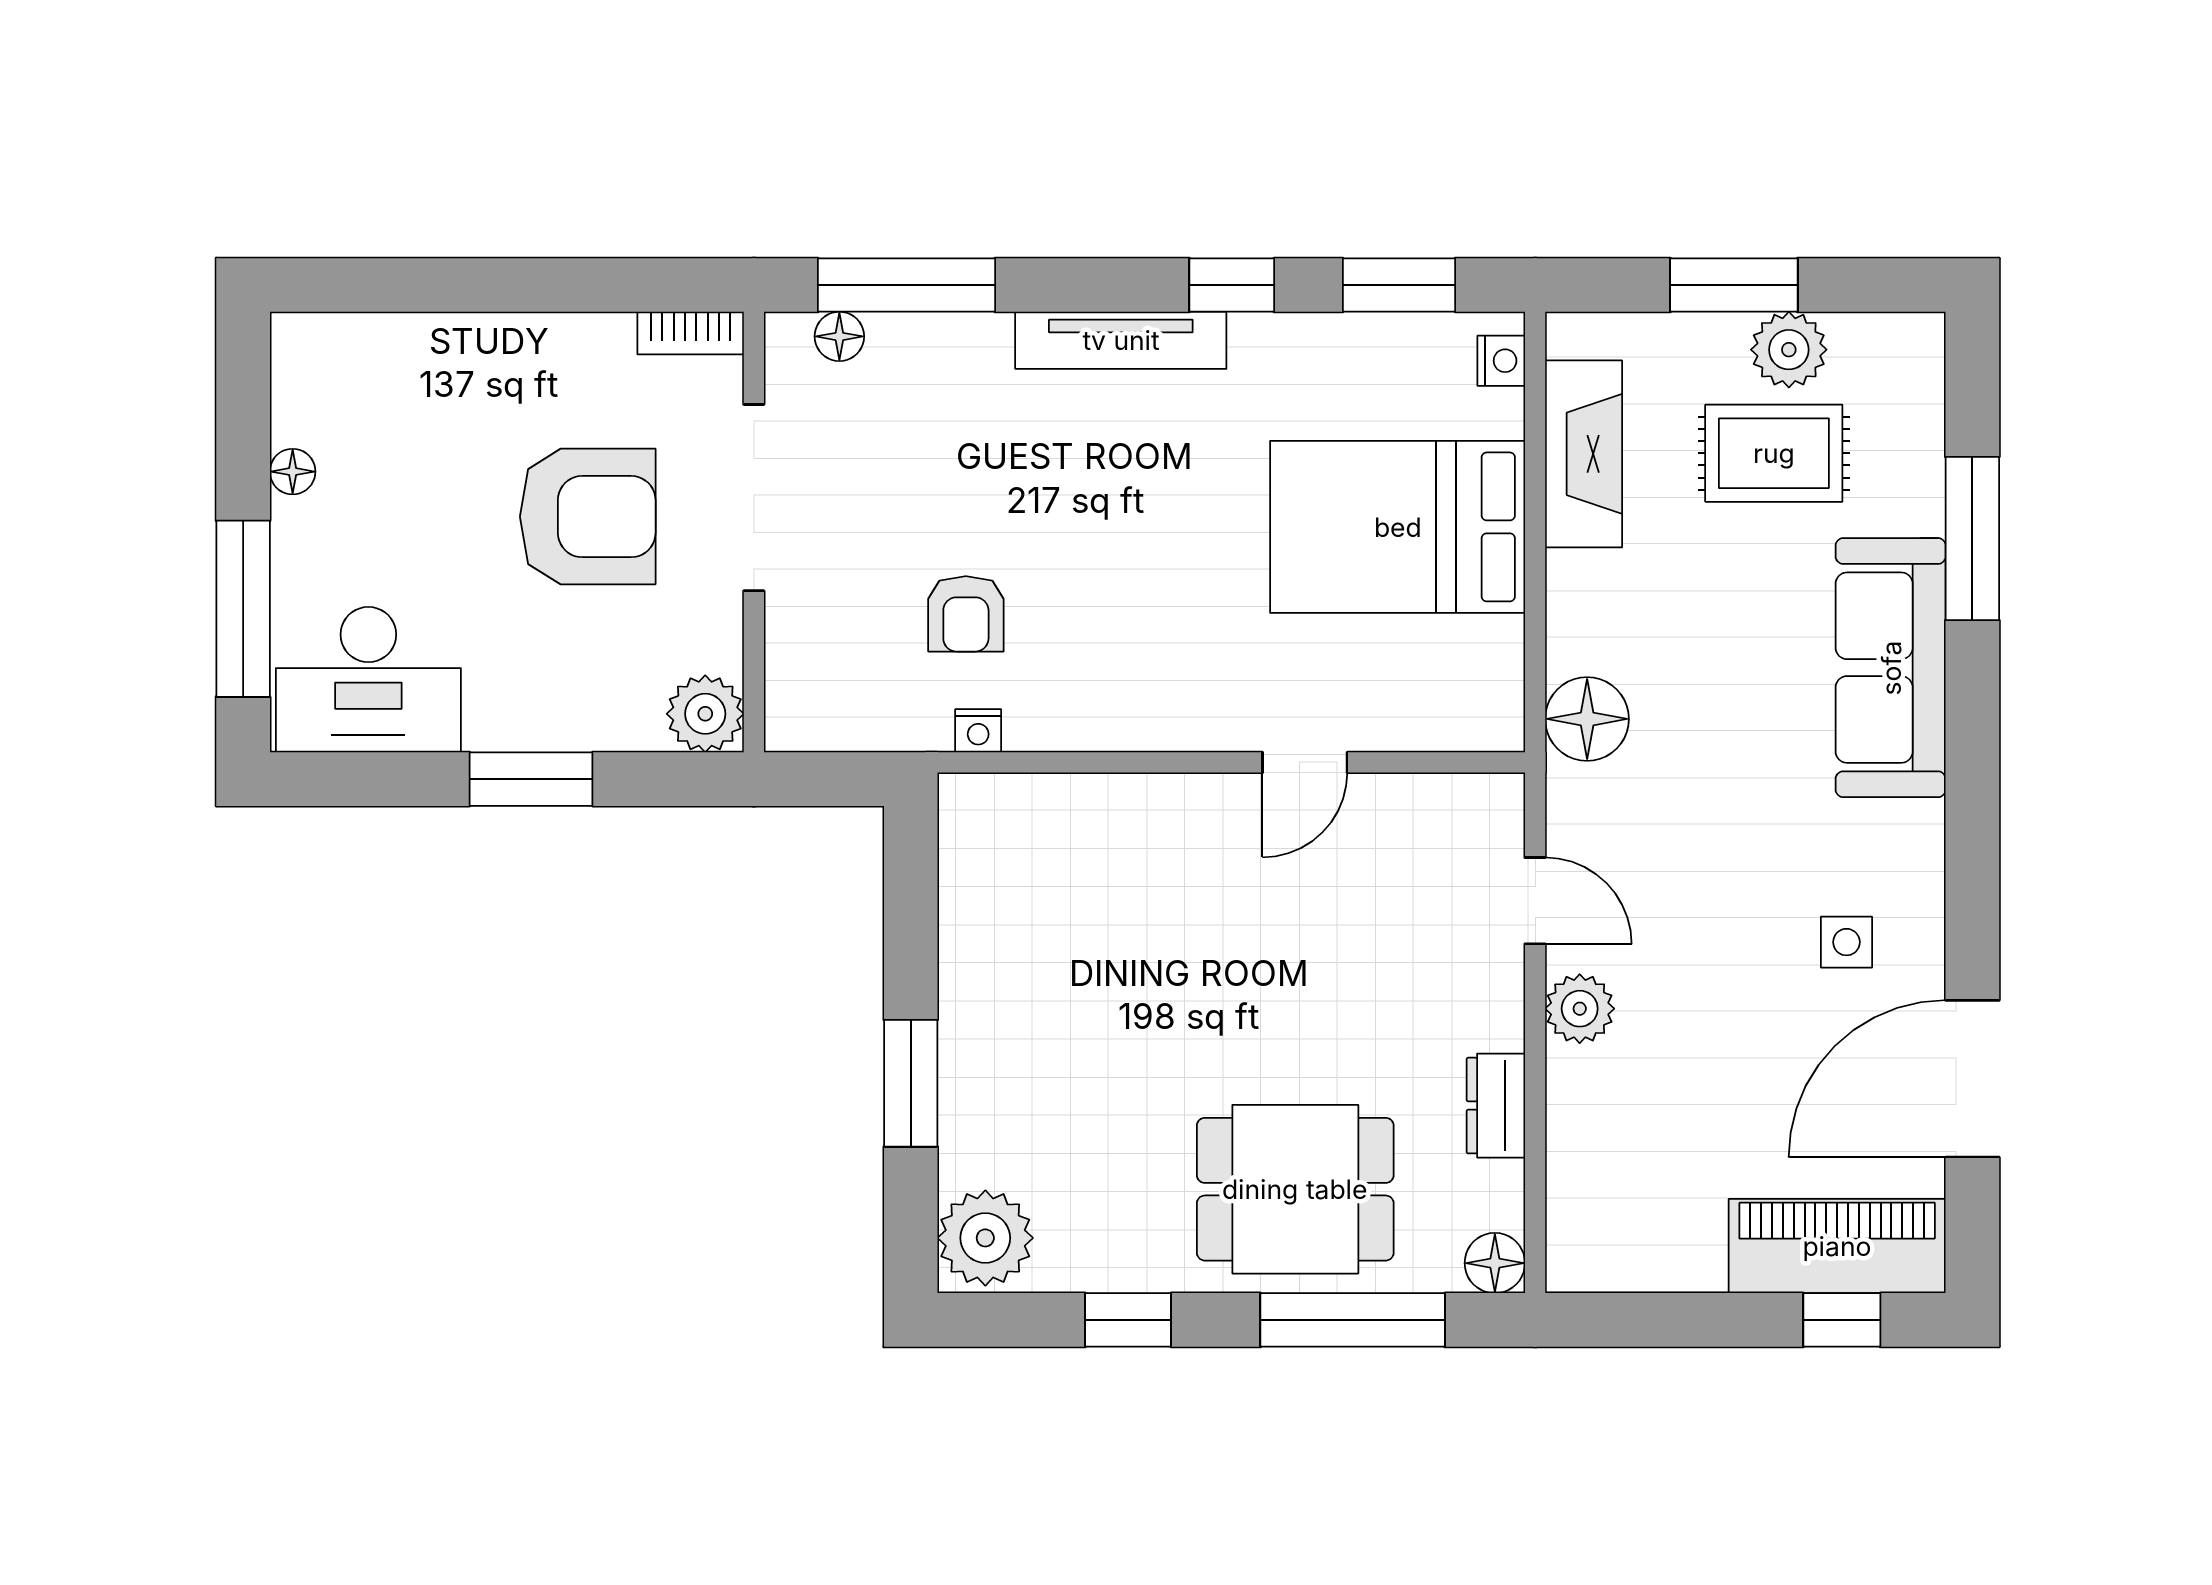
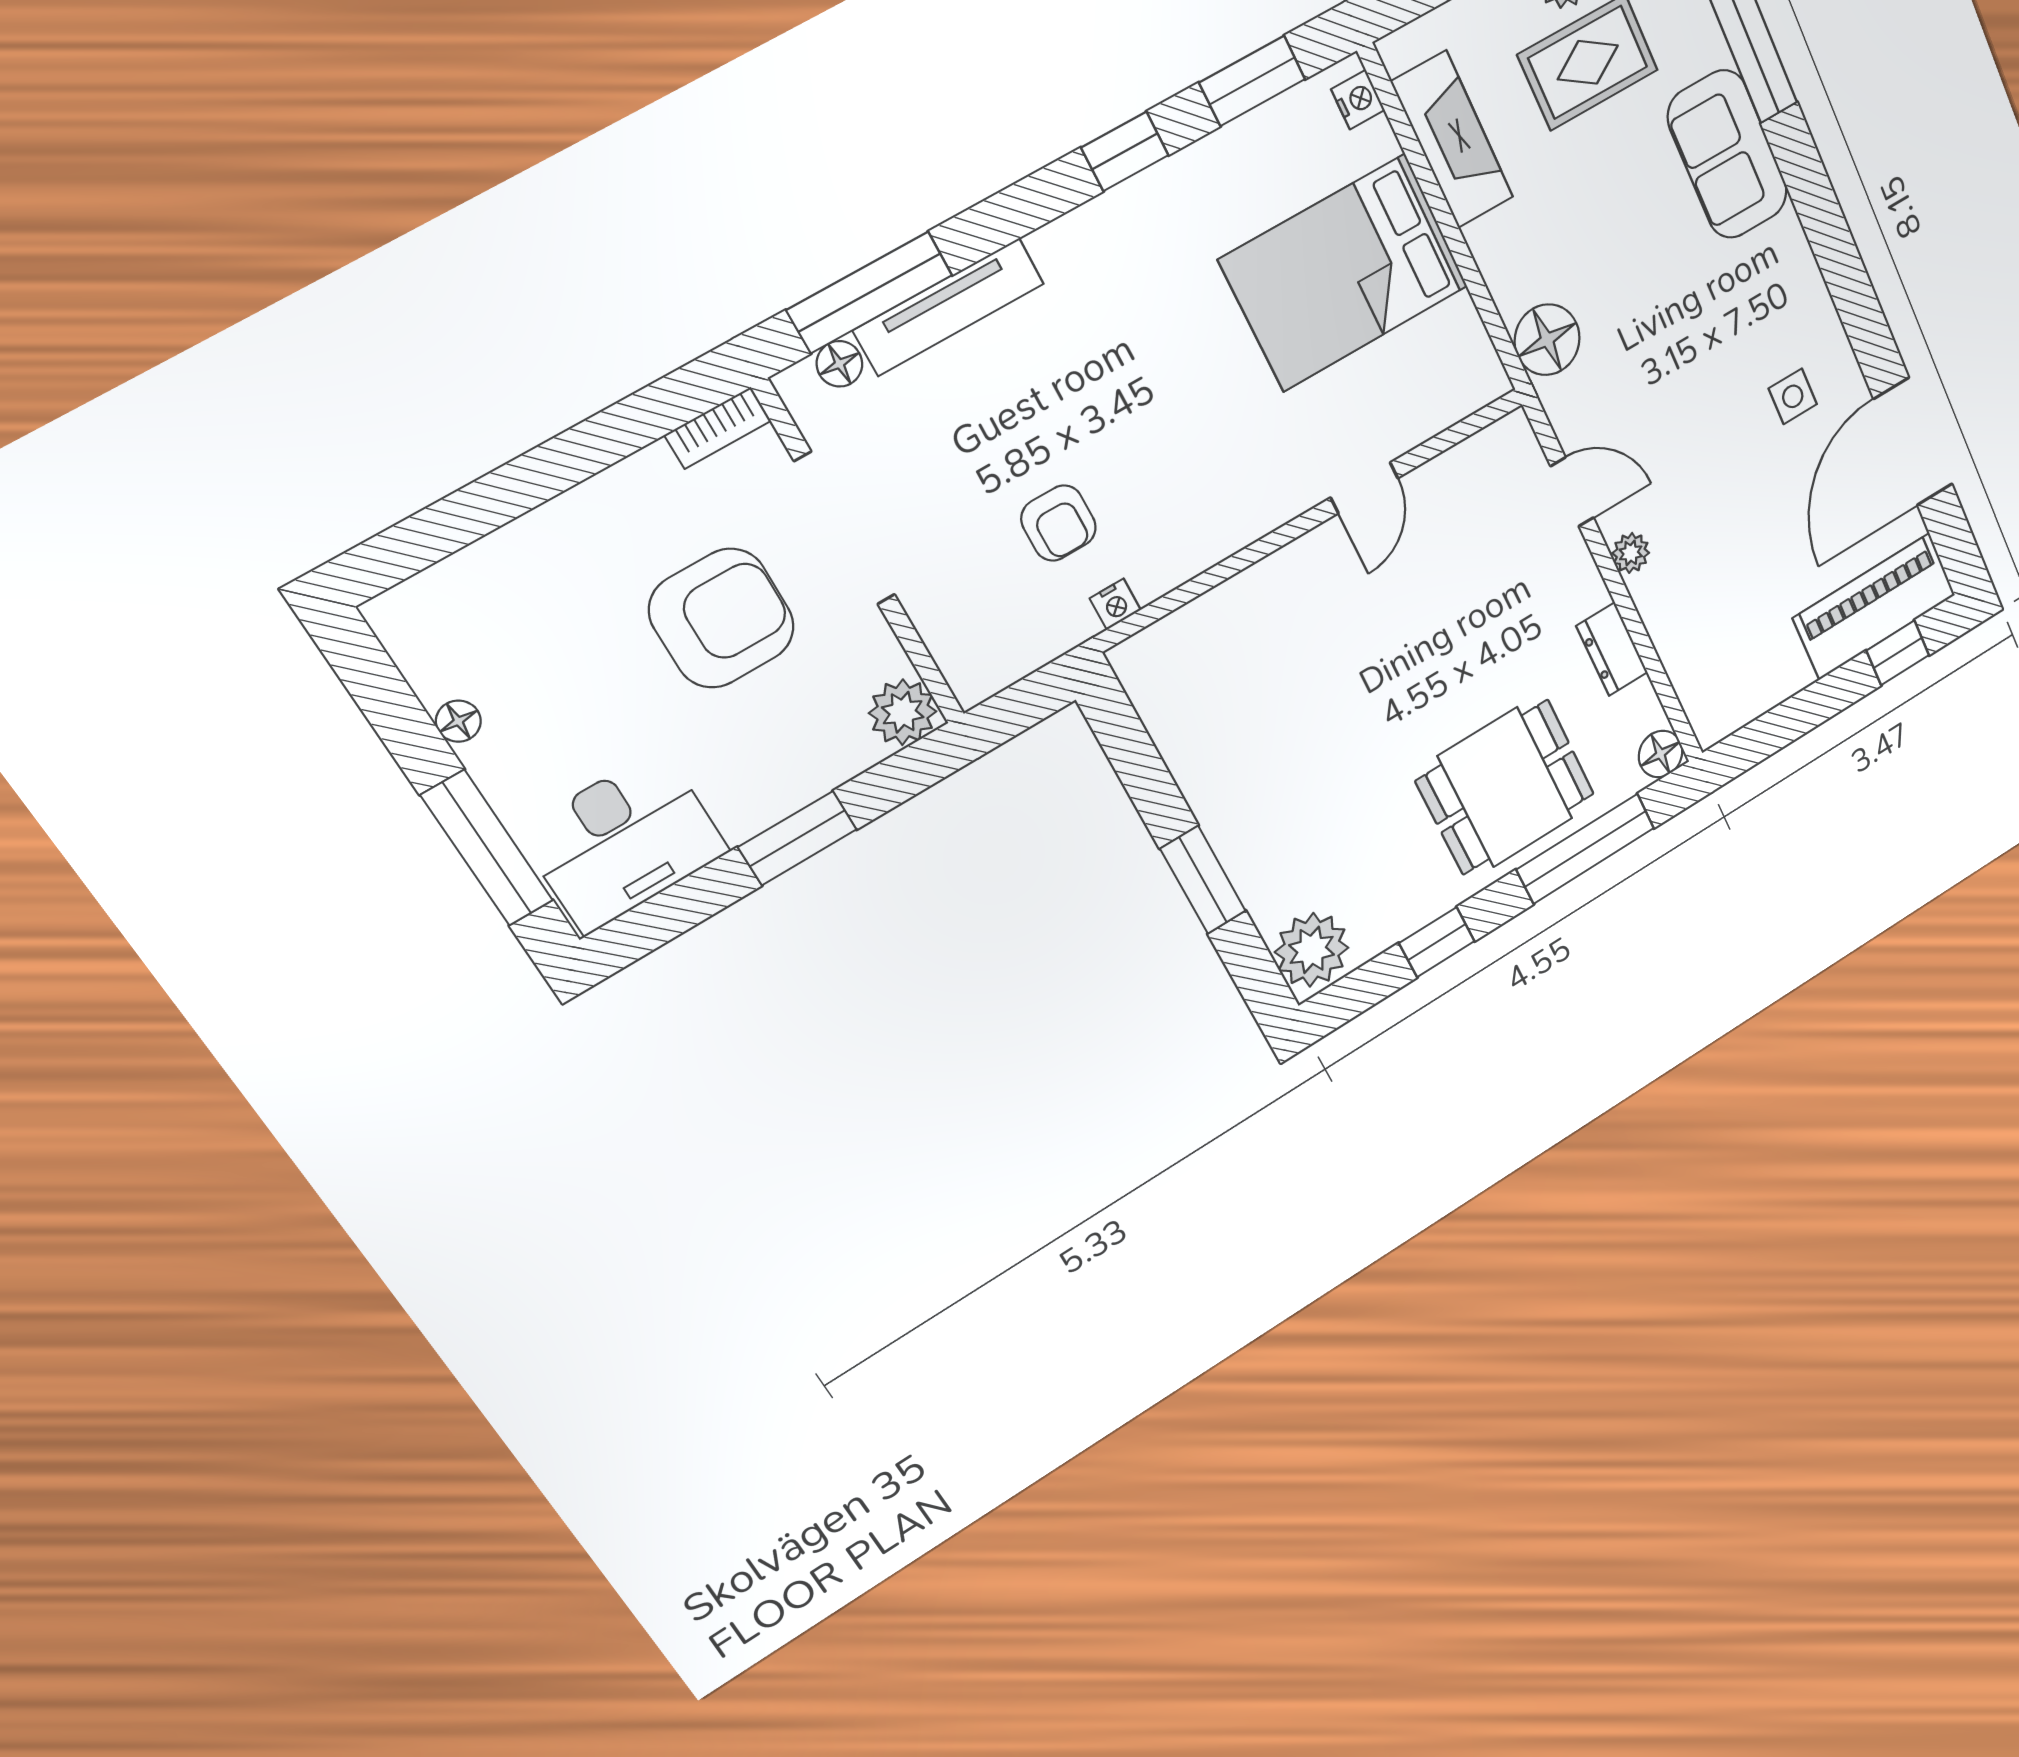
tv unit: (1121, 340) -> (949, 307), moved
sofa: (1891, 668) -> (1728, 154), width x0.73
plant: (1580, 1009) -> (1631, 553), width x0.73, depth x0.73

